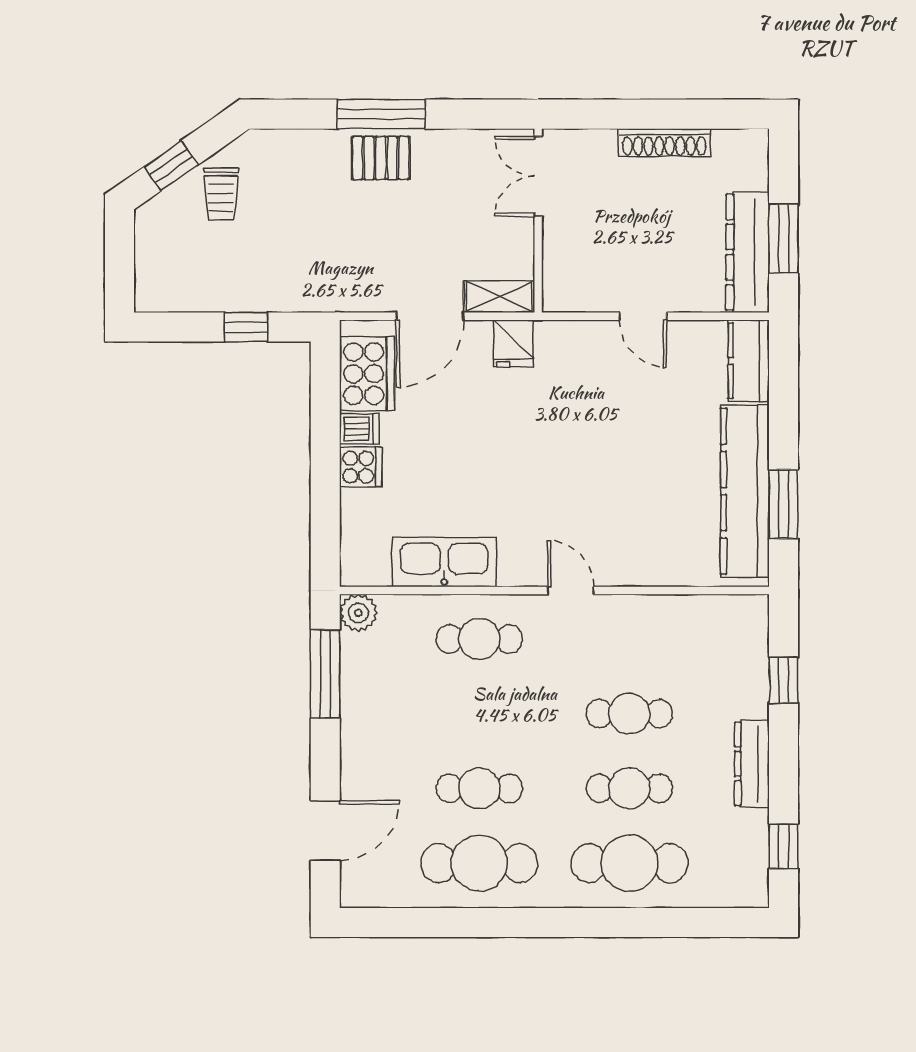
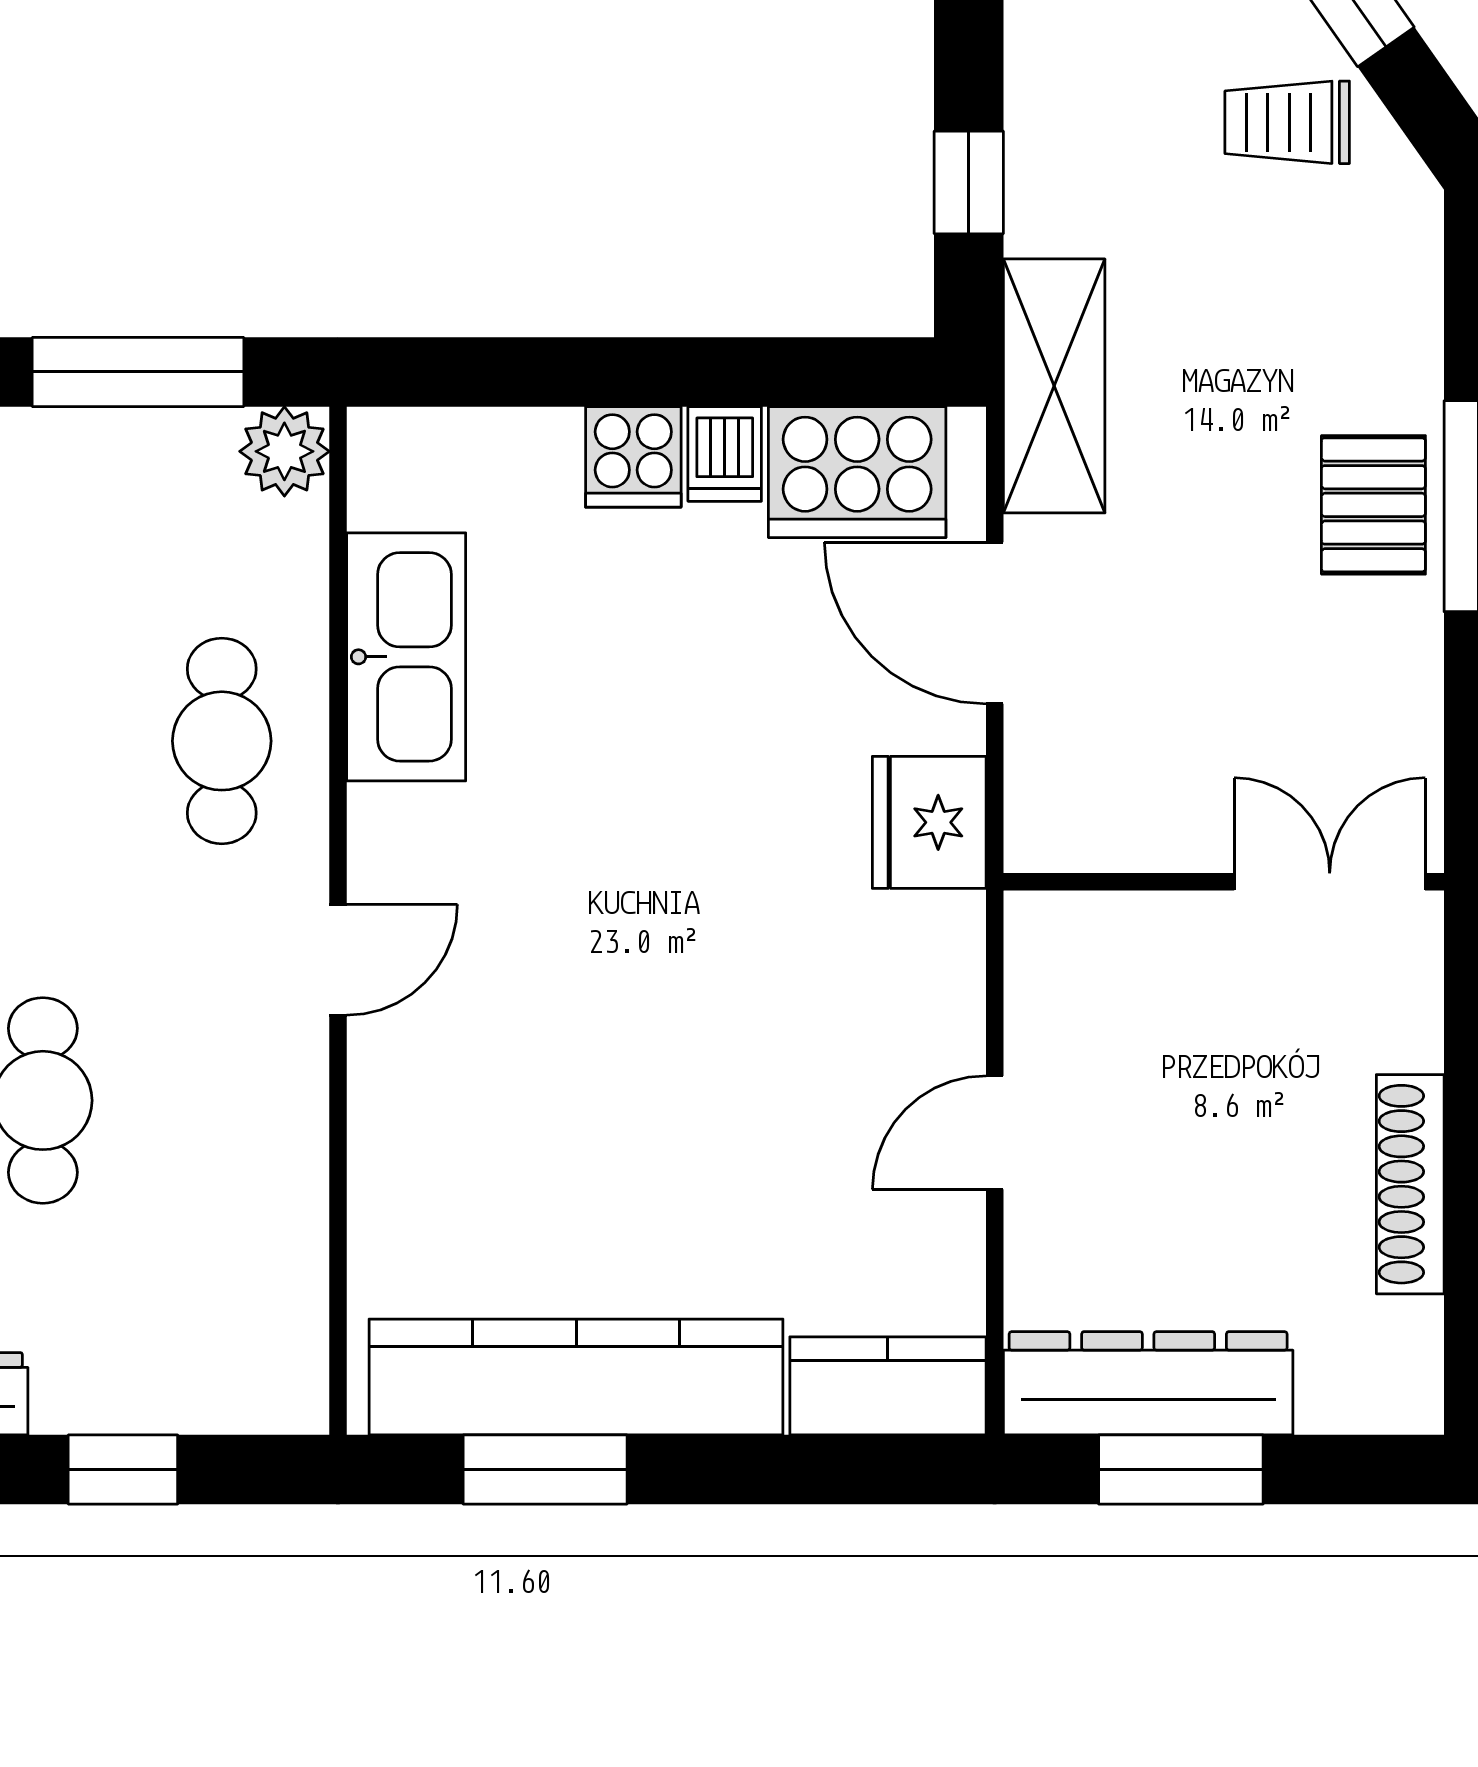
shelving: (499, 297) -> (1054, 386), moved, width x1.50, depth x1.33
fridge: (513, 344) -> (929, 822), width x1.38

